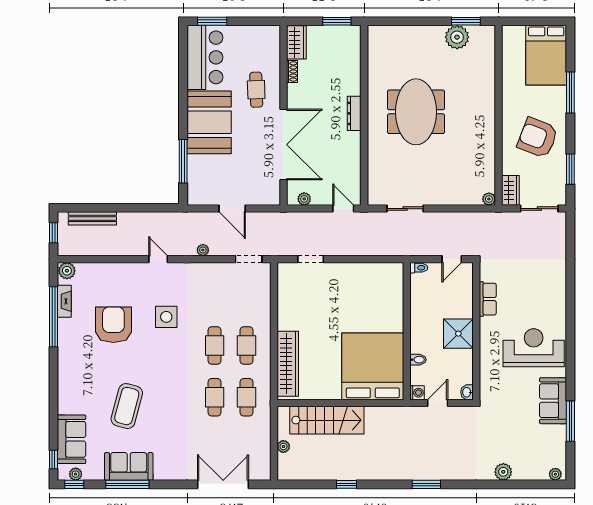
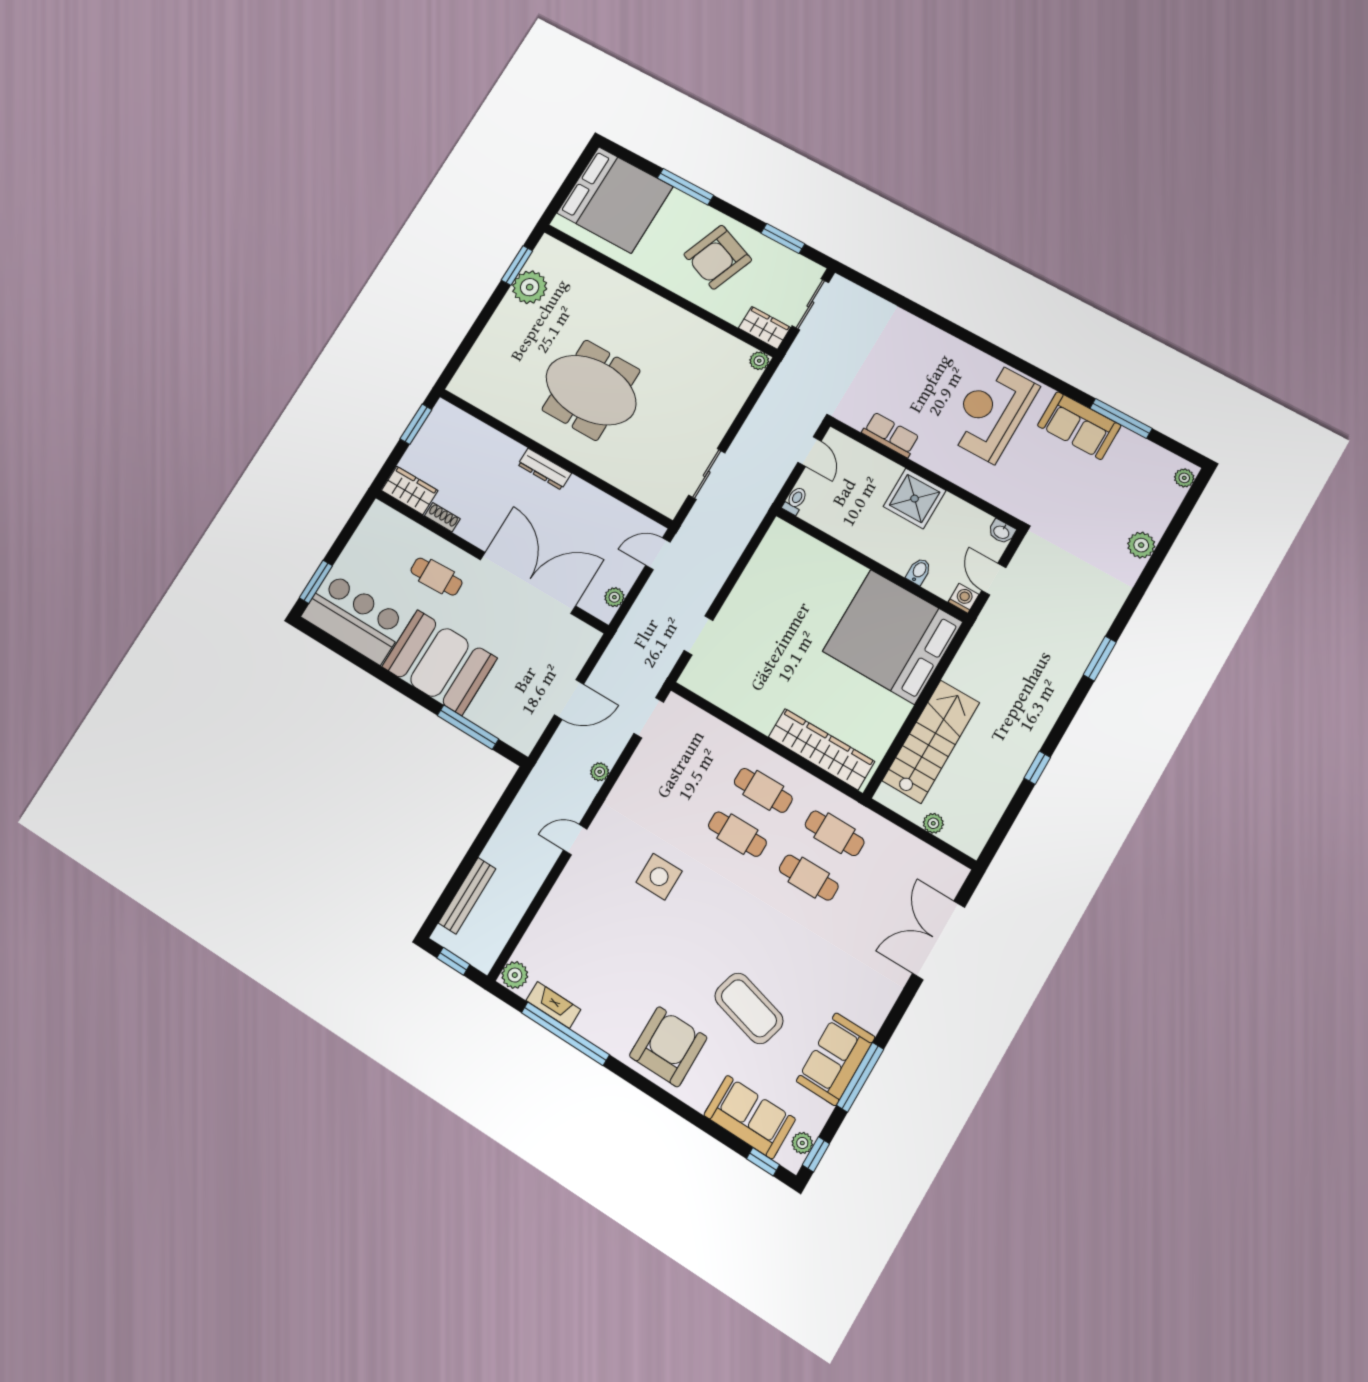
bed: (546, 55) -> (615, 200), width x1.36
armchair: (113, 325) -> (668, 1047), moved, turned 90

